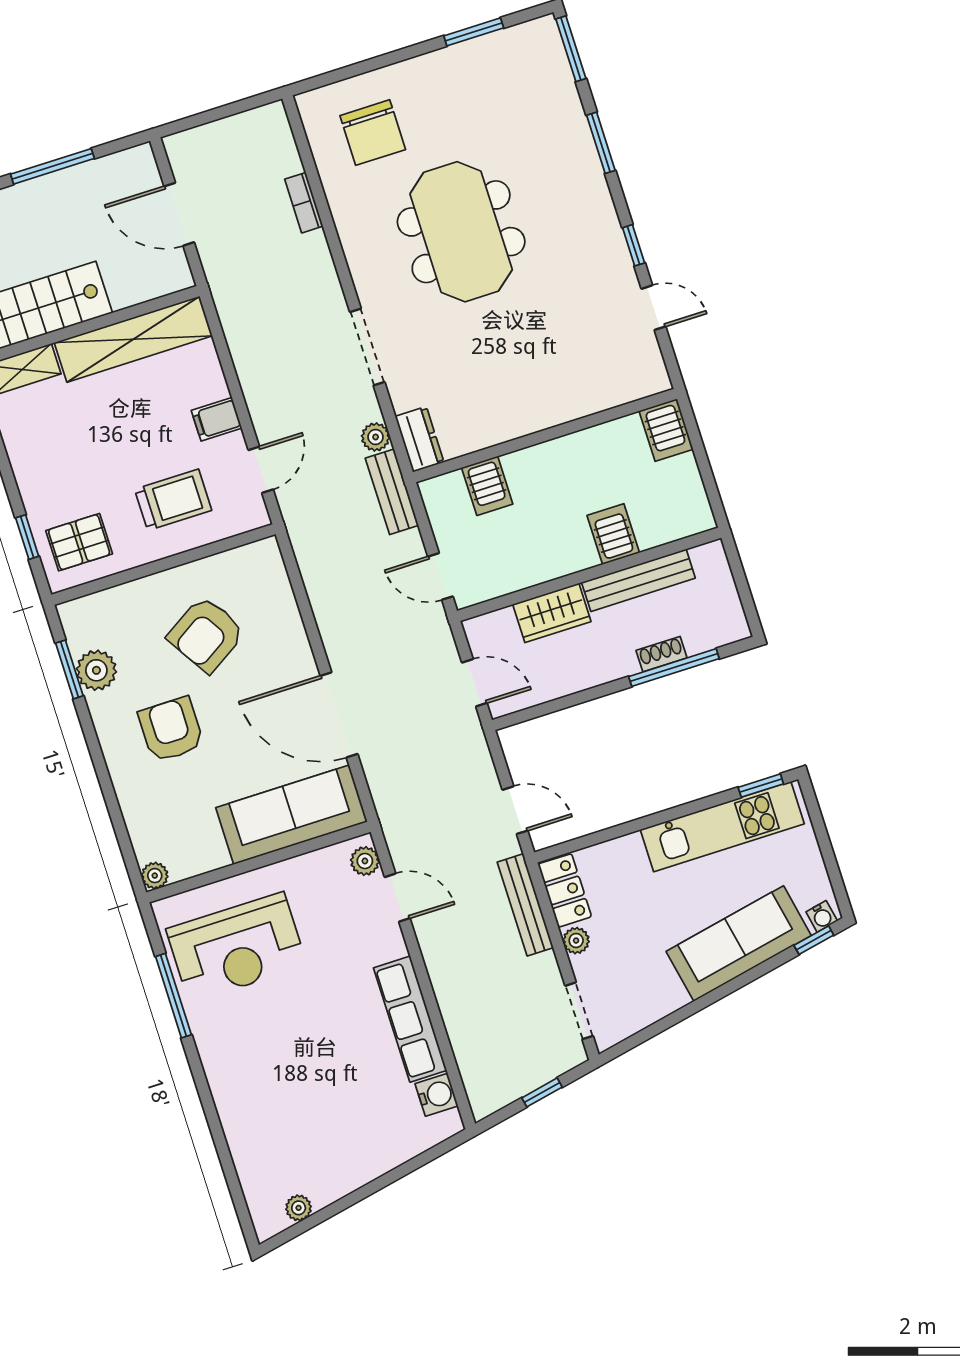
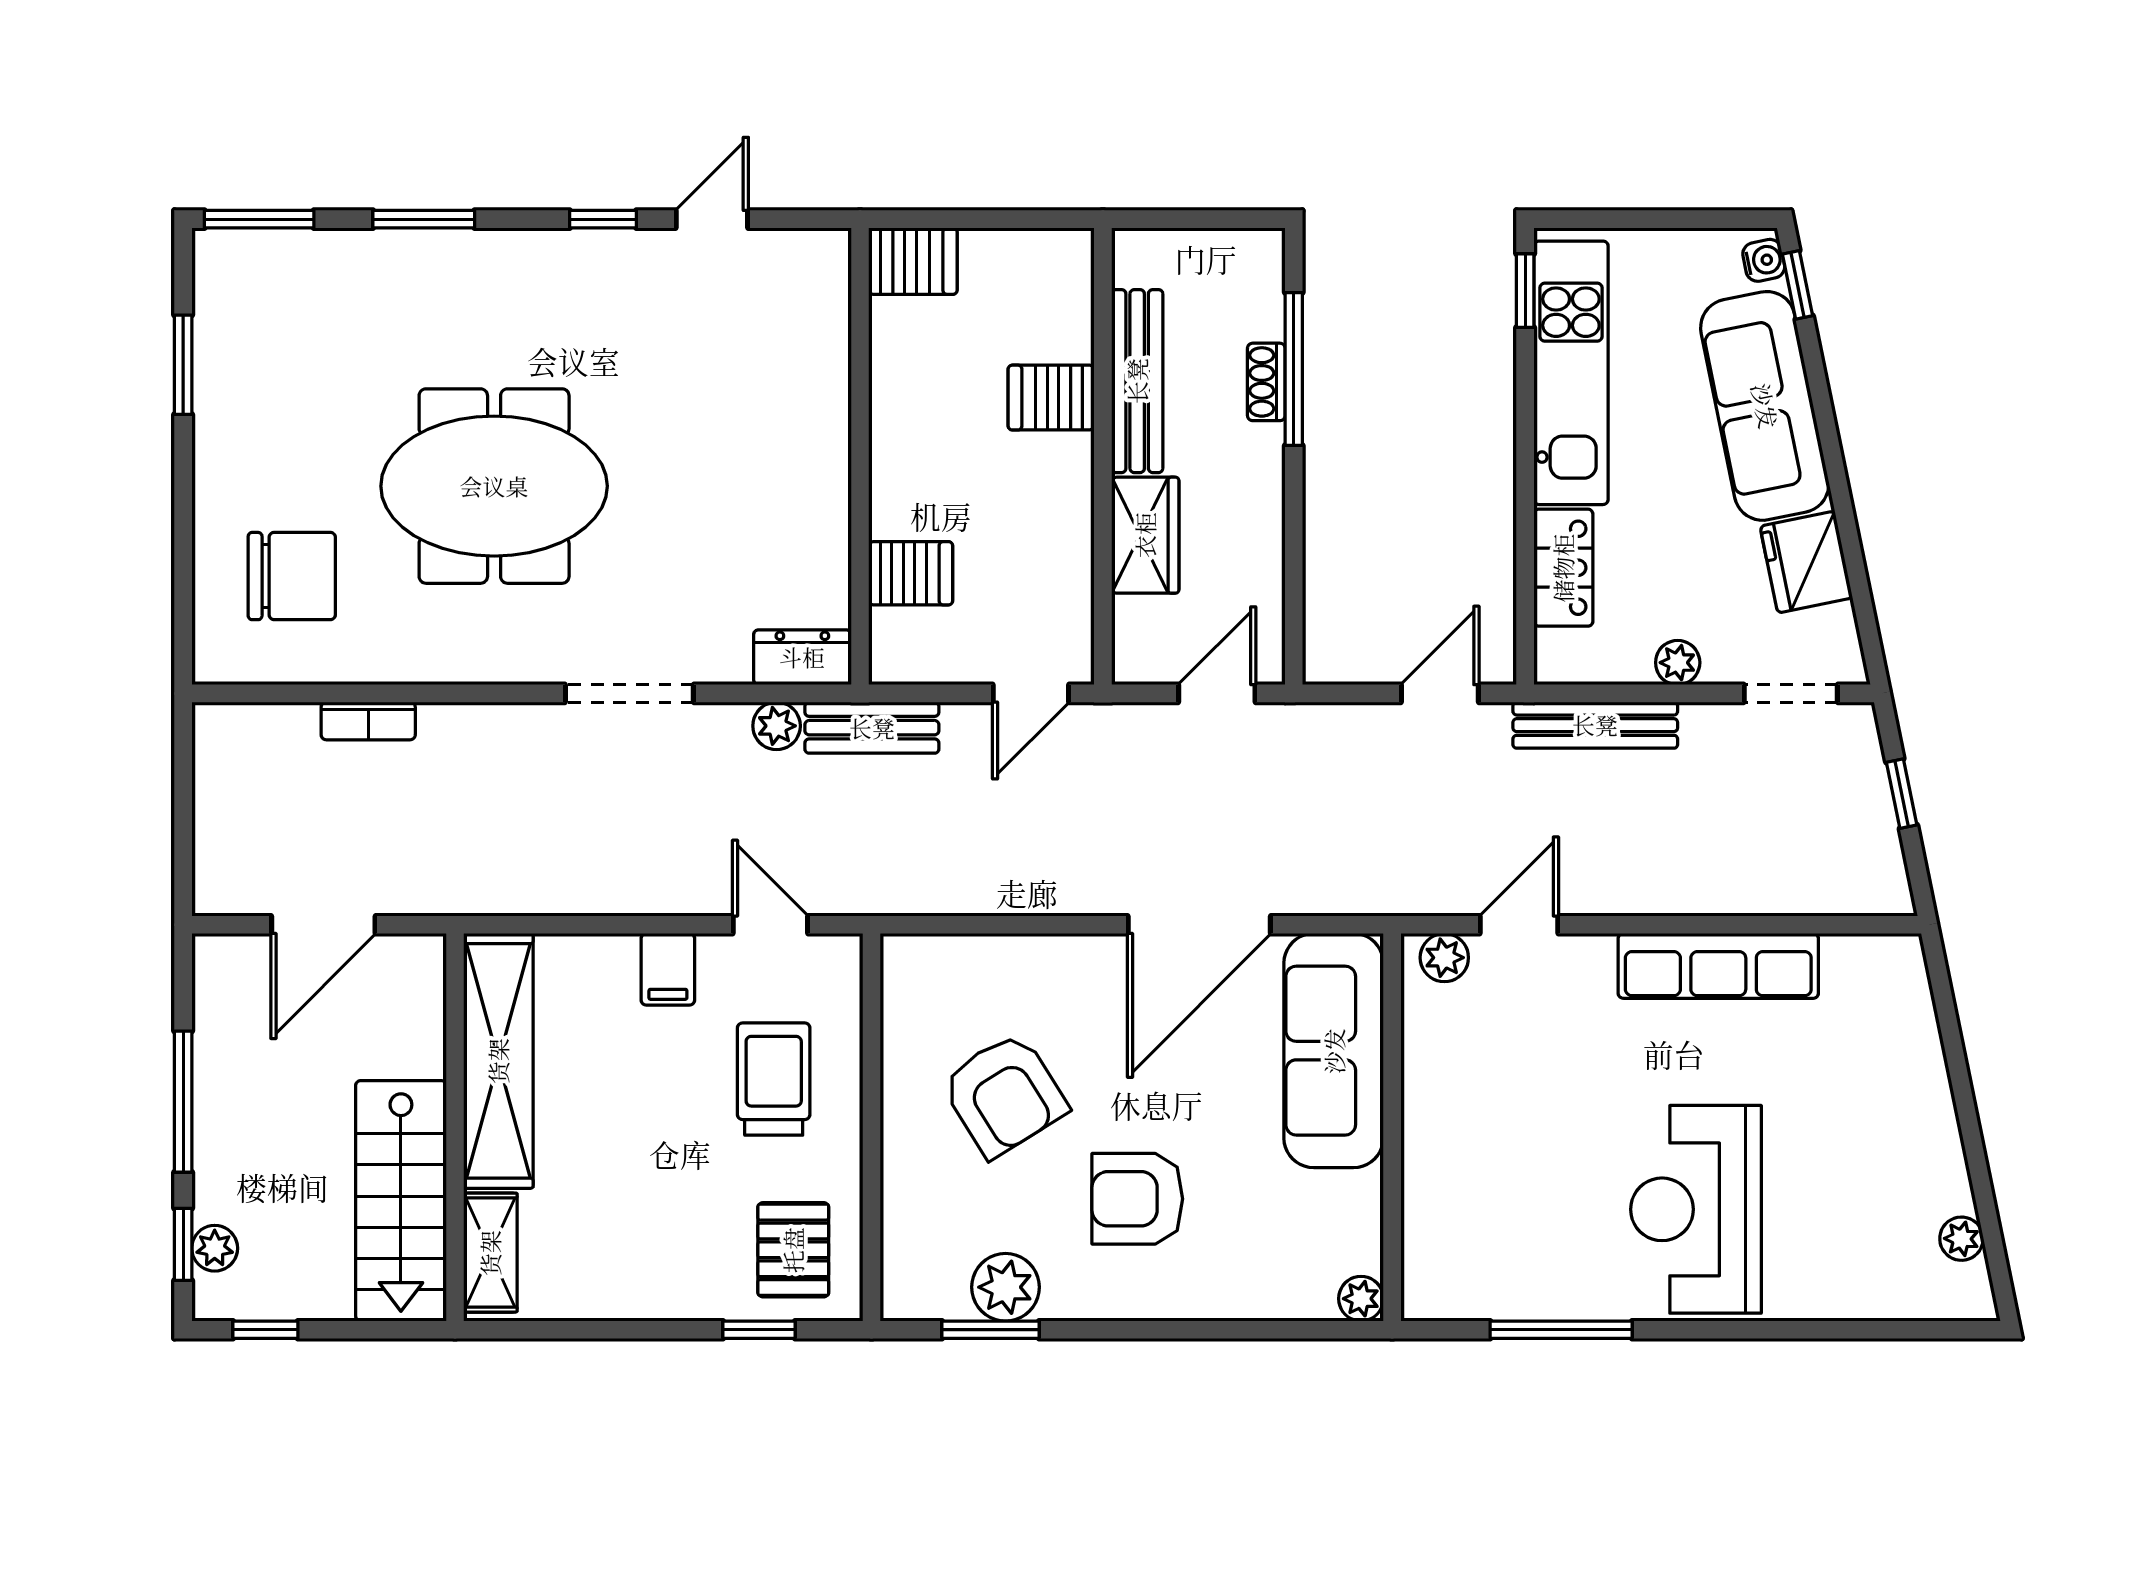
locker: (565, 890) -> (1563, 568), moved, turned 90
reception desk: (237, 947) -> (1696, 1209), moved, turned 180
fridge: (657, 996) -> (1806, 562), added
water cooler: (437, 1095) -> (1852, 962), removed

